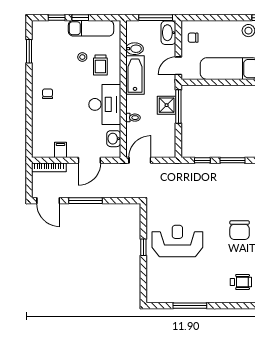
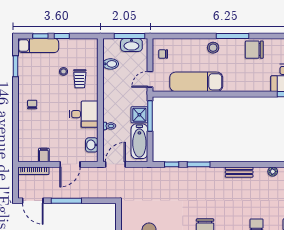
exam couch: (91, 28) -> (38, 46), moved
washbasin: (168, 33) -> (131, 45), moved, turned -90
bathtub: (135, 75) -> (139, 141), moved, turned 180
desk: (105, 104) -> (84, 114), width x0.73

